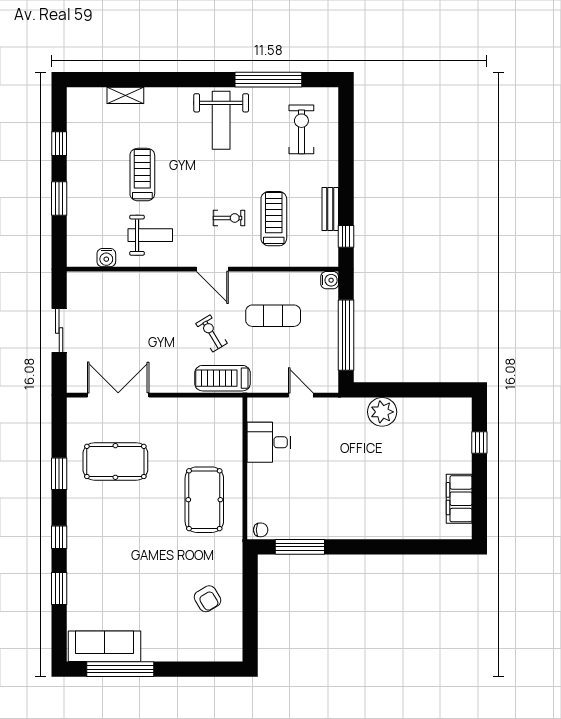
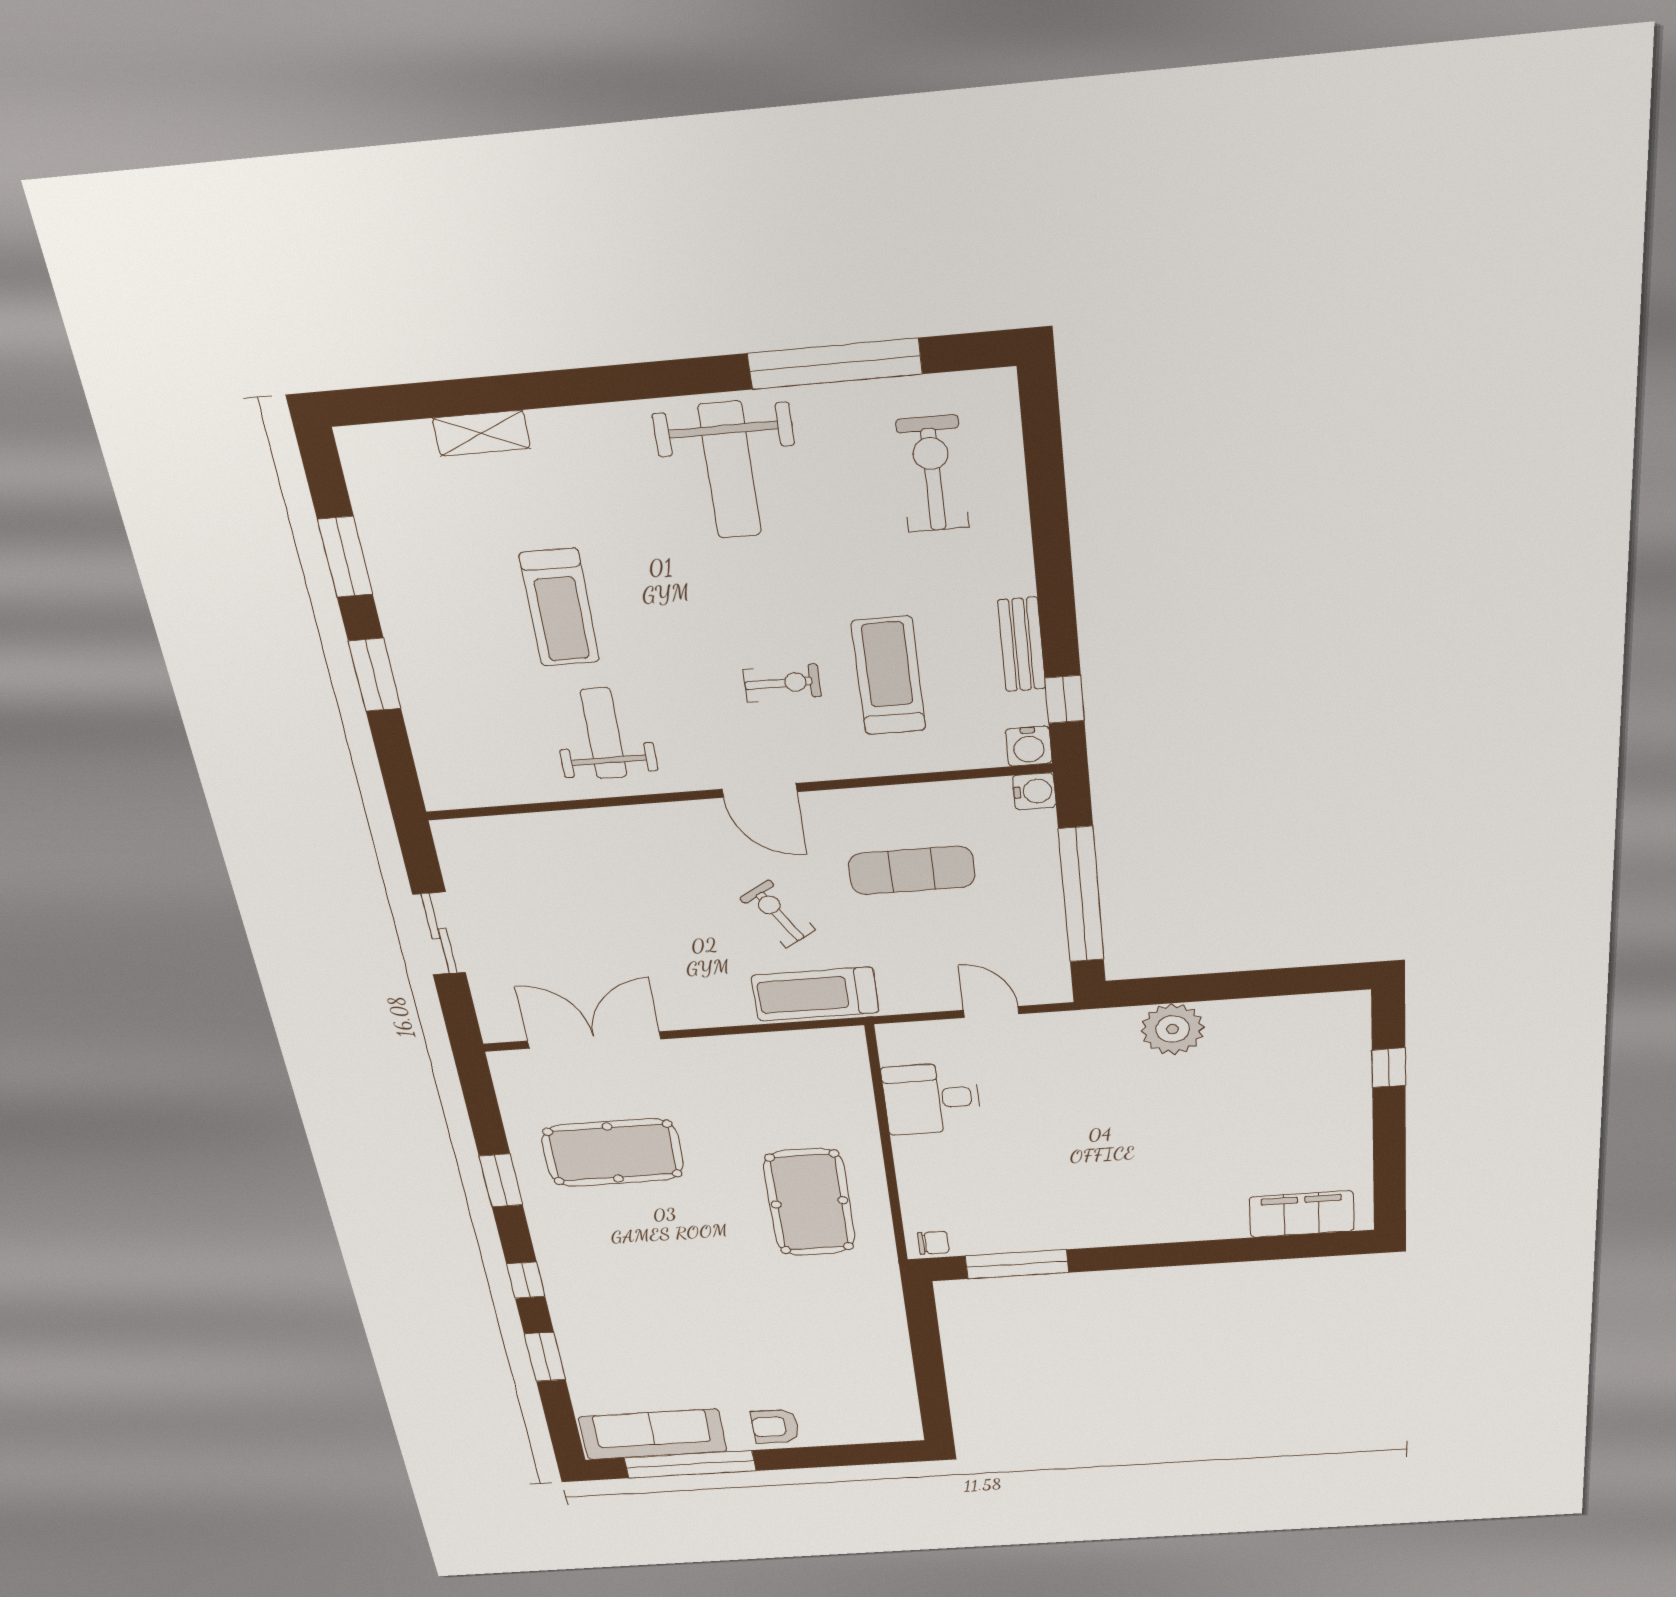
window: (59, 144) -> (345, 557), width x1.50
treadmill: (142, 175) -> (559, 608), turned 180
weight bench: (150, 235) -> (604, 733), turned -90
water cooler: (106, 258) -> (1029, 746), moved
filing cabinet: (459, 499) -> (1302, 1214), moved, turned 90
armchair: (208, 599) -> (775, 1426), moved, turned 121

